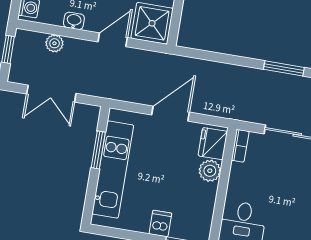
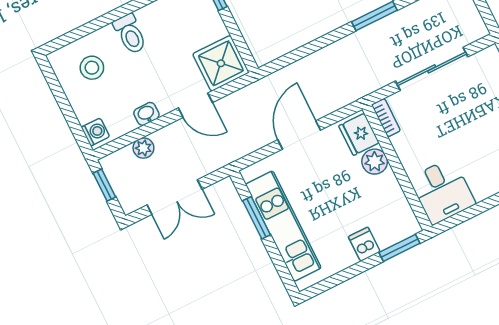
door: (113, 40) -> (195, 105), swing flipped

